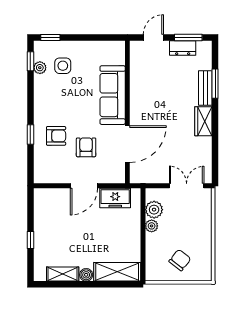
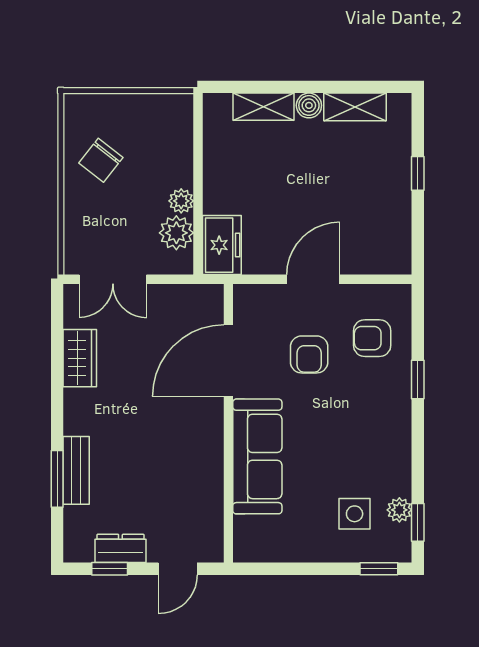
window: (188, 38) -> (110, 569), width x0.67
wardrobe: (203, 121) -> (80, 358), moved
armchair: (56, 136) -> (372, 338), moved
freezer: (115, 198) -> (222, 245), moved, turned 90
chair: (180, 260) -> (101, 160), moved
shelving: (117, 272) -> (264, 107), width x0.67, depth x0.75

